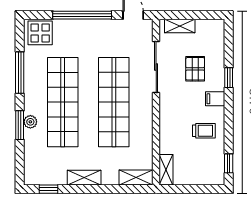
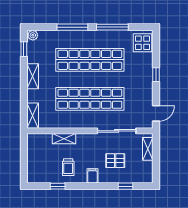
window: (82, 15) -> (156, 75), width x0.32
window: (229, 78) -> (125, 186), moved
plant: (30, 122) -> (33, 35), moved
window: (20, 125) -> (72, 27), width x1.44
window: (229, 163) -> (58, 186), moved
shelving: (166, 170) -> (64, 139), moved

